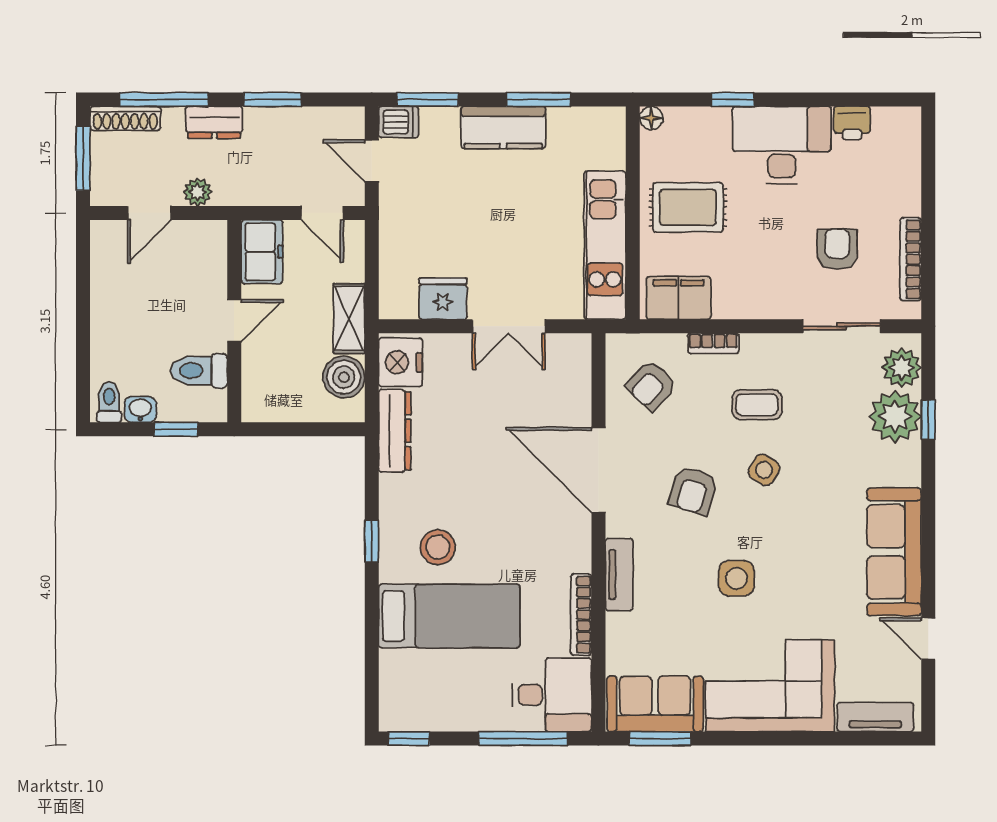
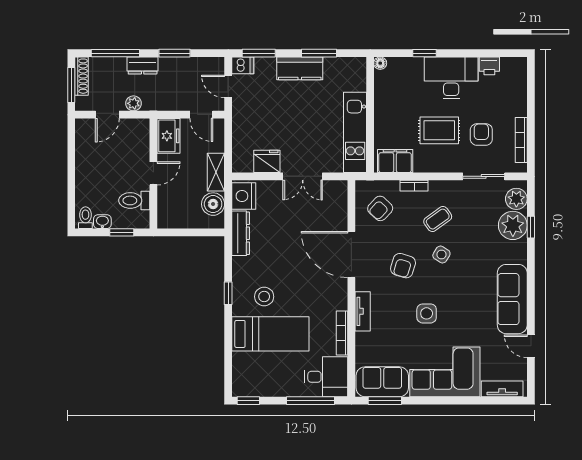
shoe rack: (125, 118) -> (82, 76), moved, turned -90
rug: (688, 207) -> (439, 130), moved
coffee table: (757, 405) -> (438, 219), turned -36

